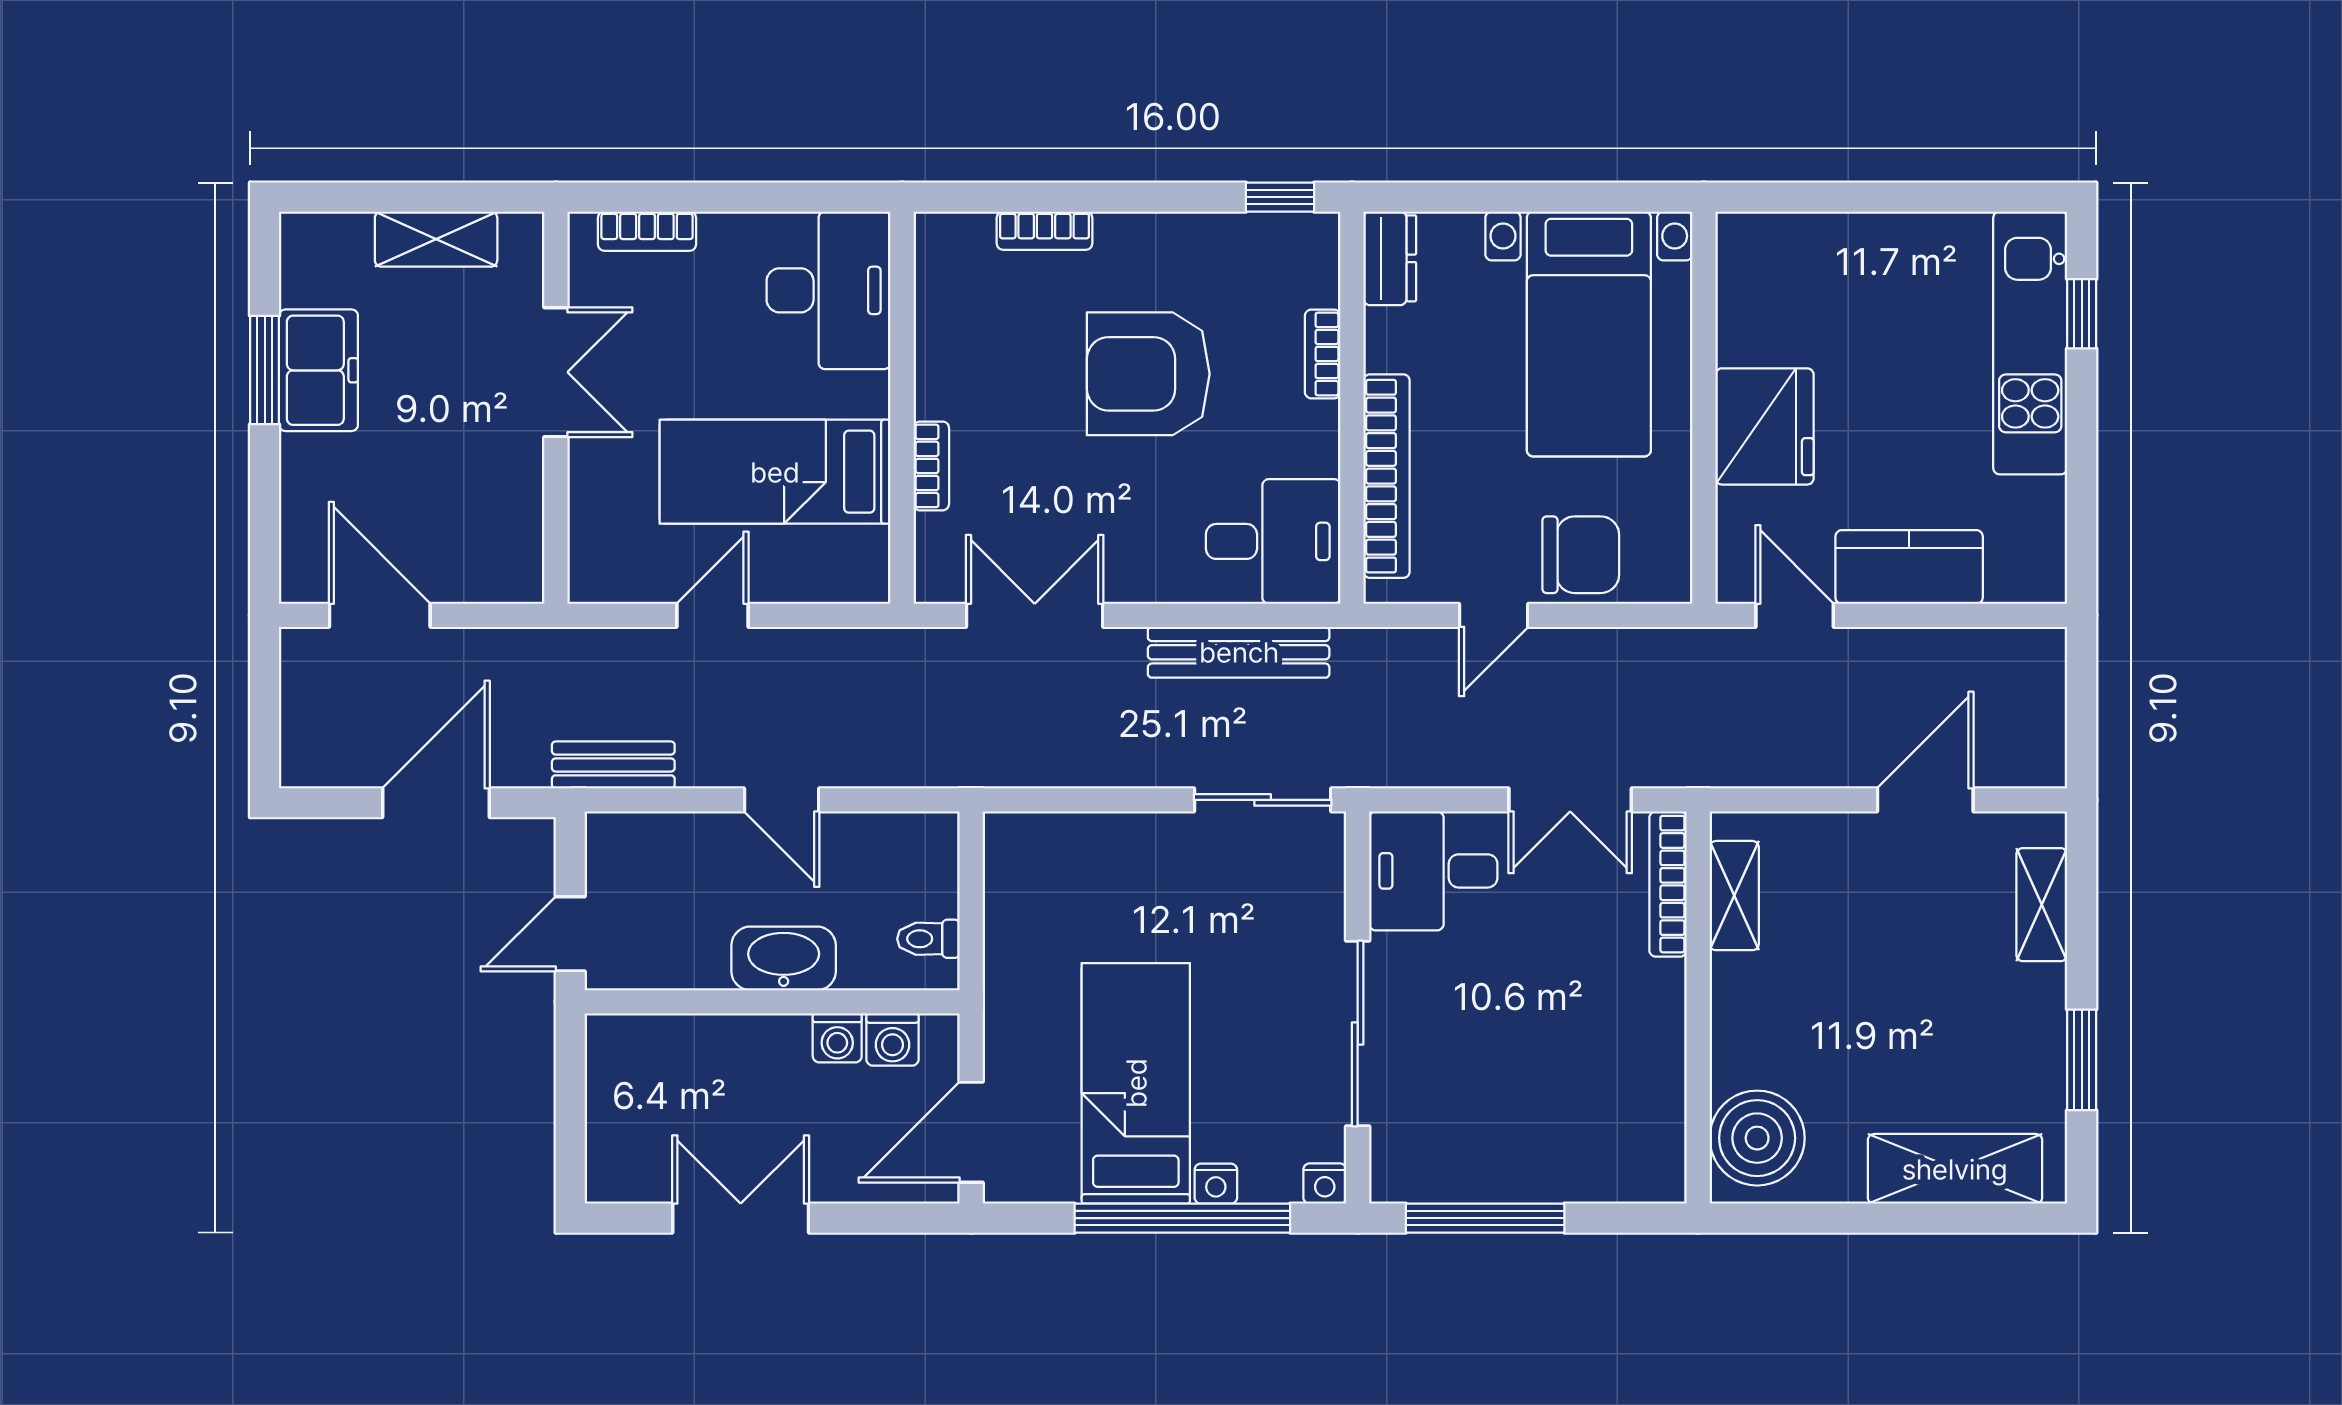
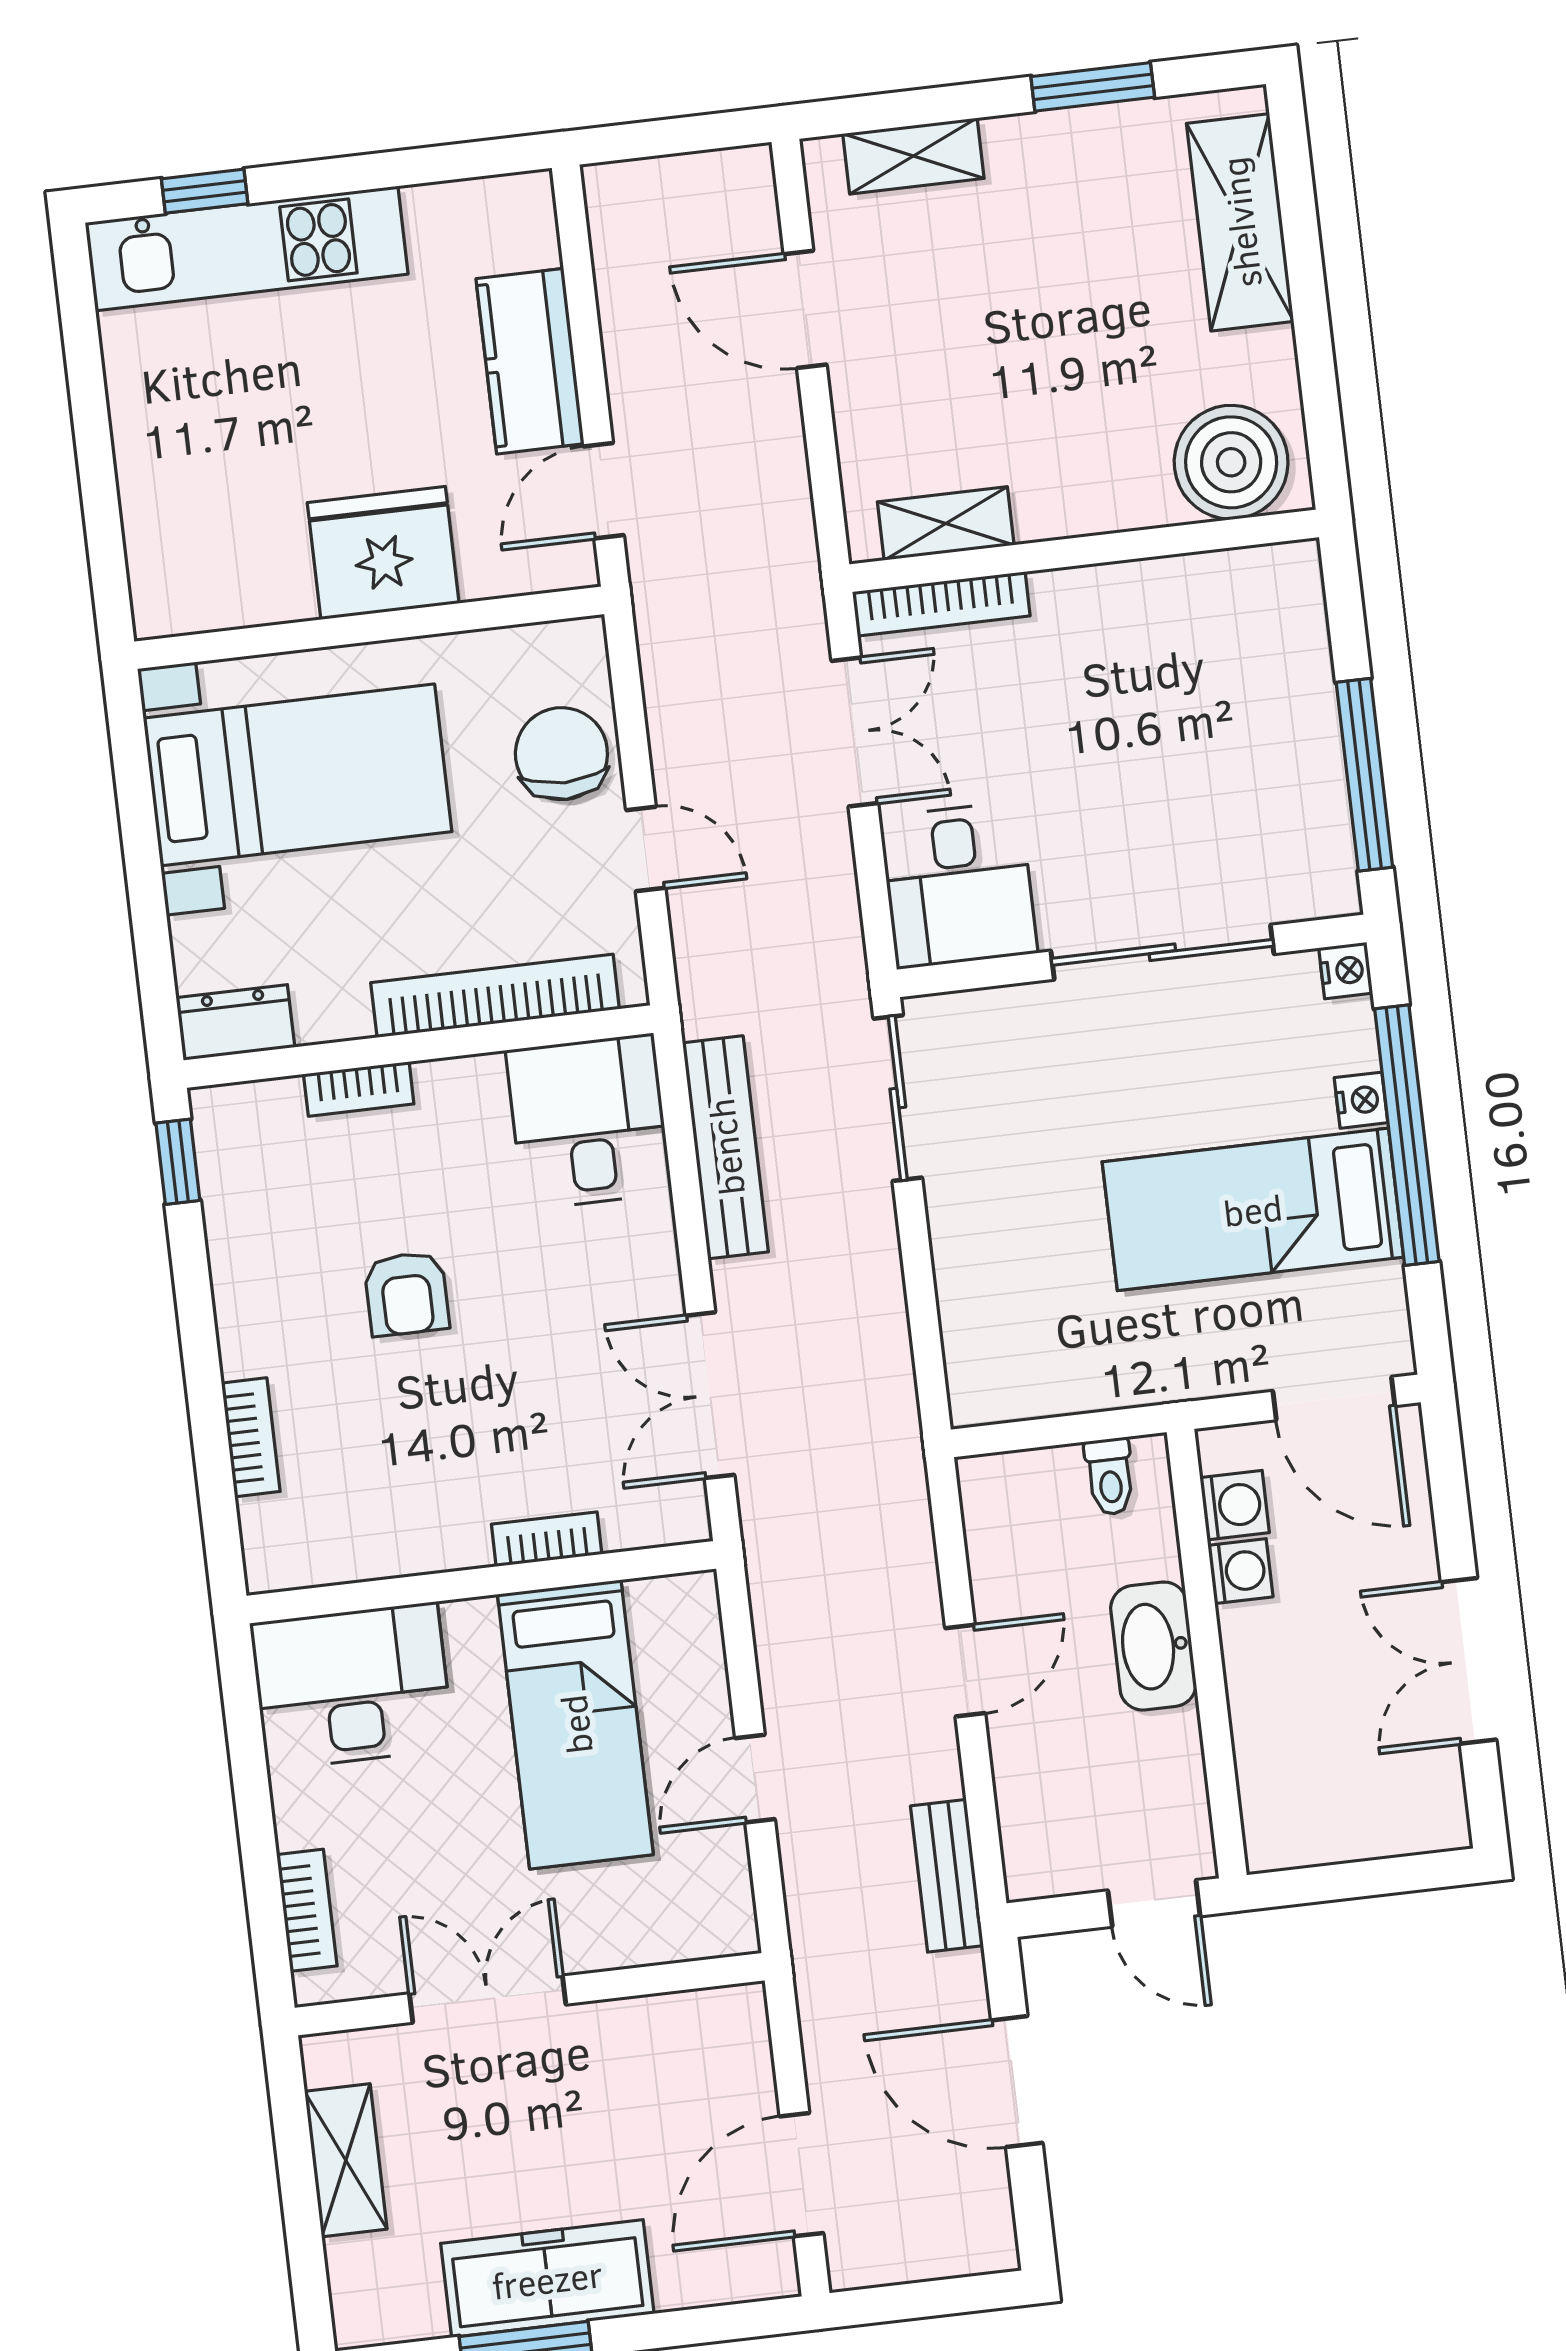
freezer: (318, 370) -> (547, 2279), width x1.40
armchair: (1148, 374) -> (407, 1294), width x0.53, depth x0.53
door: (713, 615) -> (755, 1779), hinge flipped

